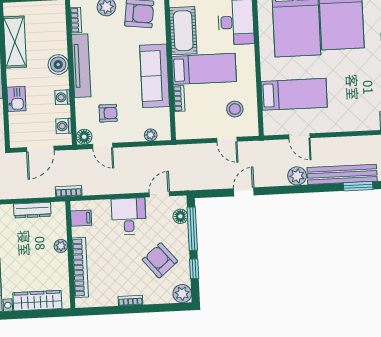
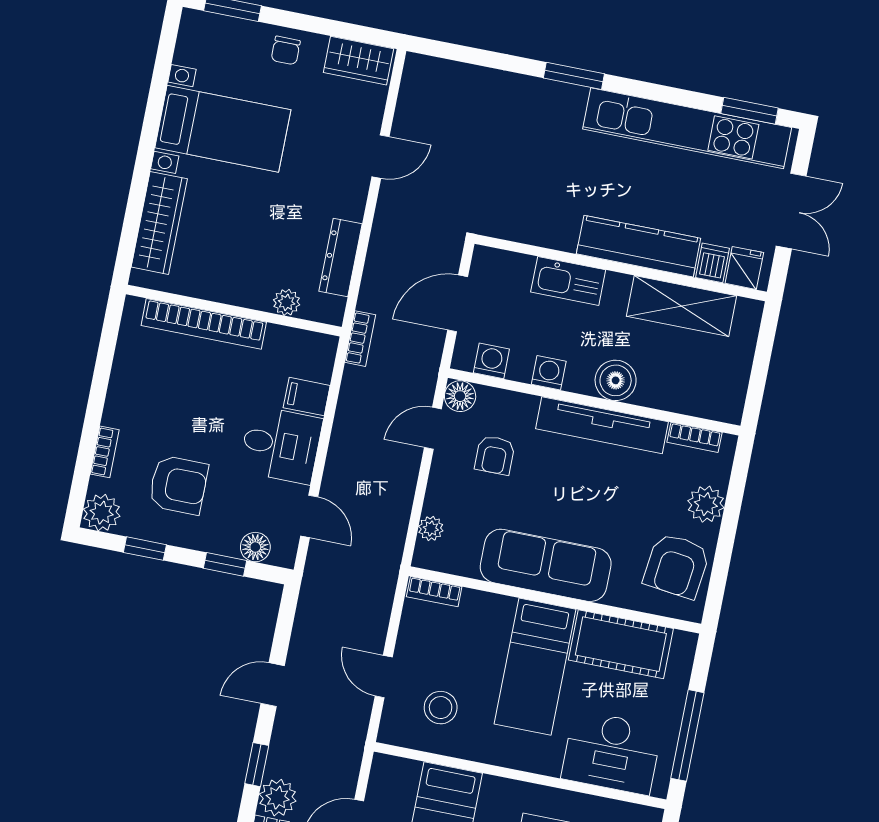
kitchen sink: (16, 99) -> (568, 281), width x1.38
bookcase: (179, 99) -> (434, 592), moved
door: (227, 140) -> (384, 677), hinge flipped
door: (40, 149) -> (458, 303), hinge flipped
window: (284, 190) -> (257, 765), added
door: (244, 192) -> (273, 685), swing flipped
filing cabinet: (81, 218) -> (307, 397), moved, turned 90
window: (192, 229) -> (225, 564), width x0.46
plant: (61, 246) -> (287, 302), moved
armchair: (160, 260) -> (178, 485), turned 40
bookcase: (130, 301) -> (105, 452), moved

